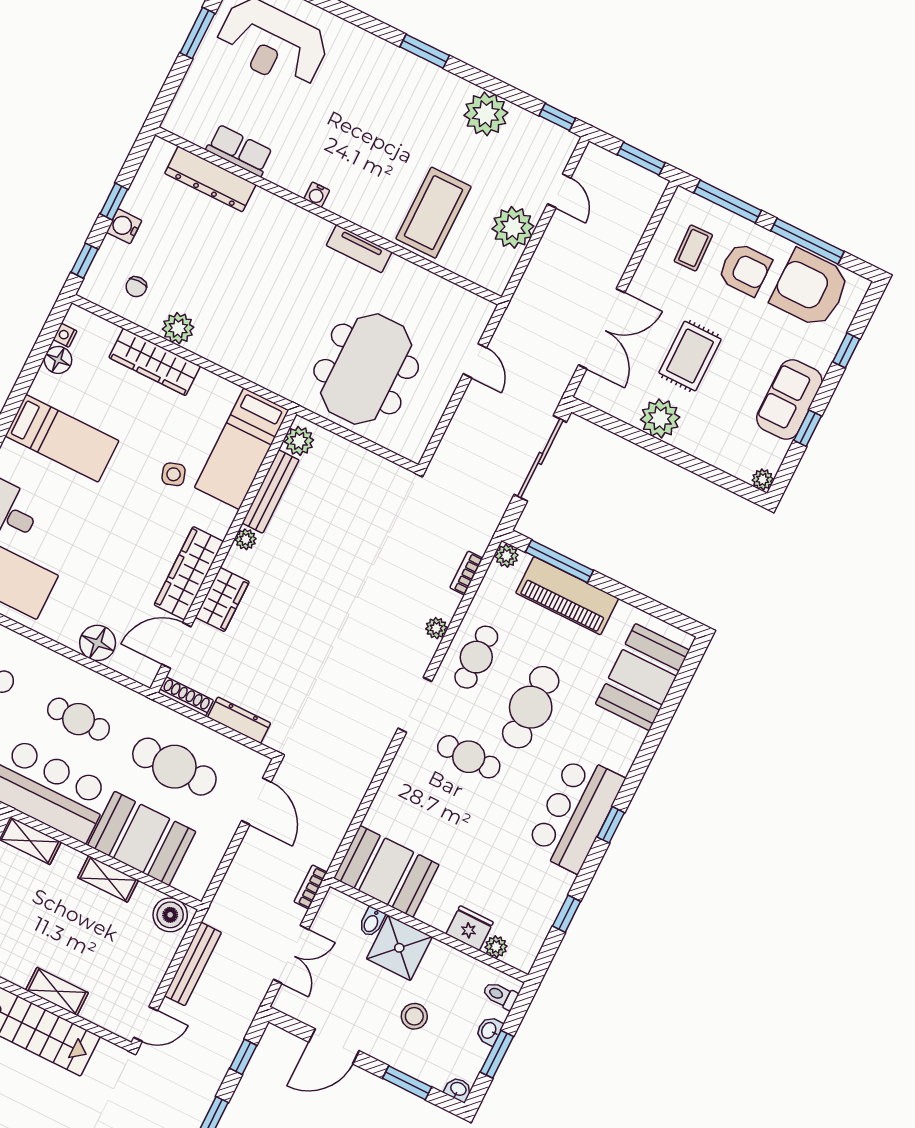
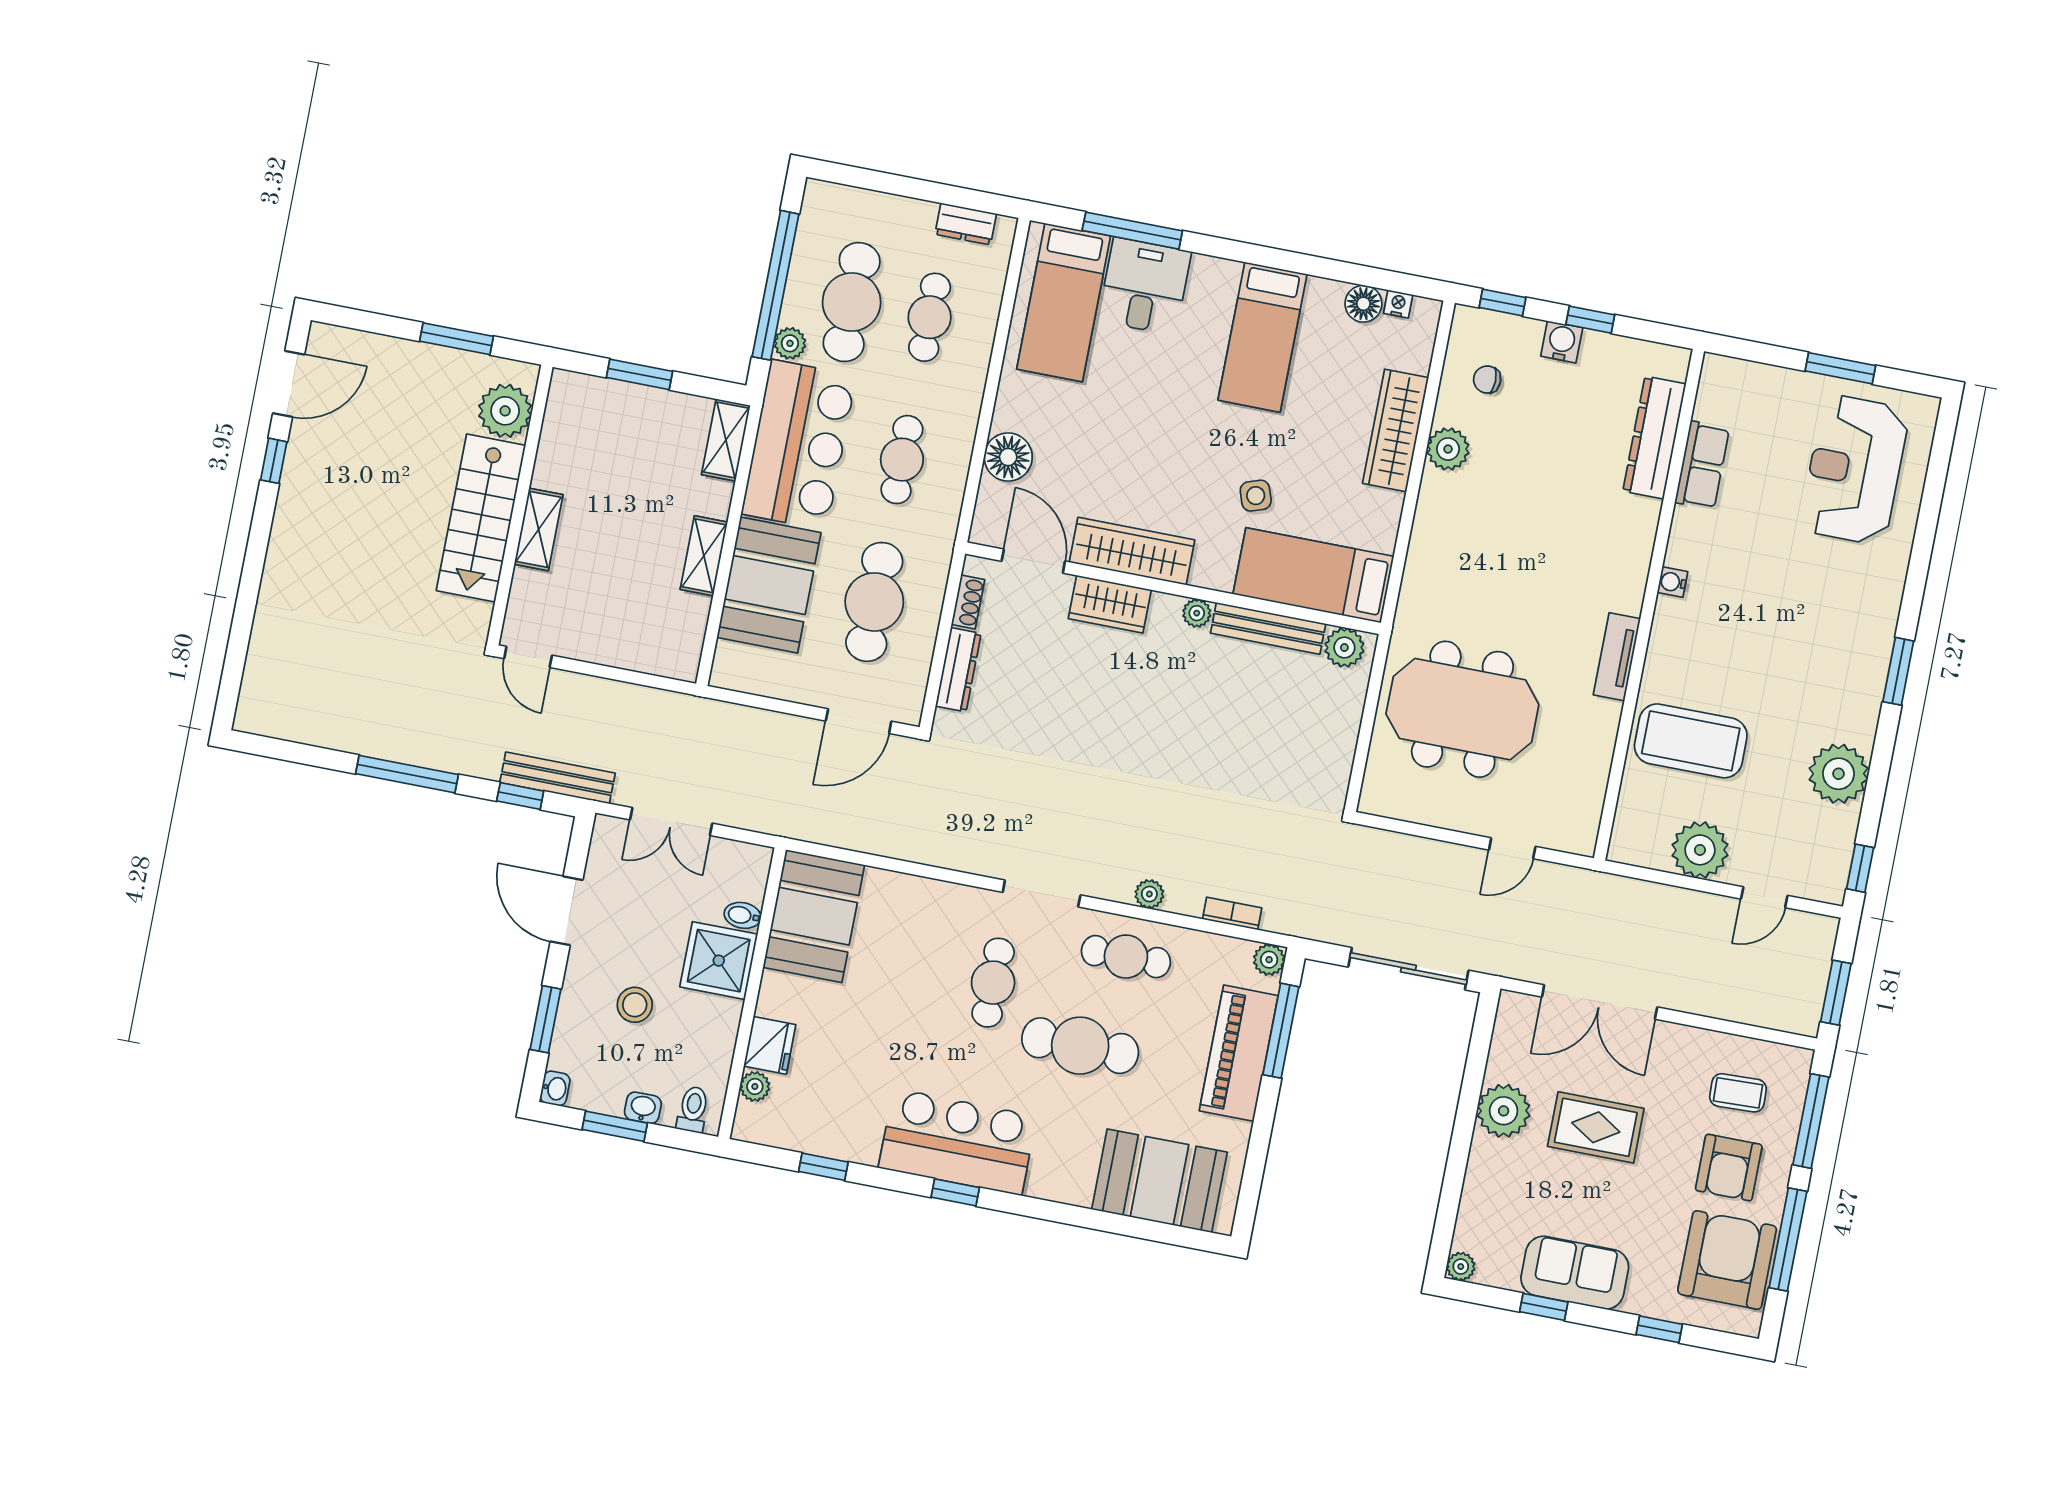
shoe rack: (186, 696) -> (968, 602), width x0.70
bookcase: (311, 887) -> (766, 823), removed
boiler: (170, 915) -> (679, 650), removed
bench: (193, 964) -> (558, 778), moved

